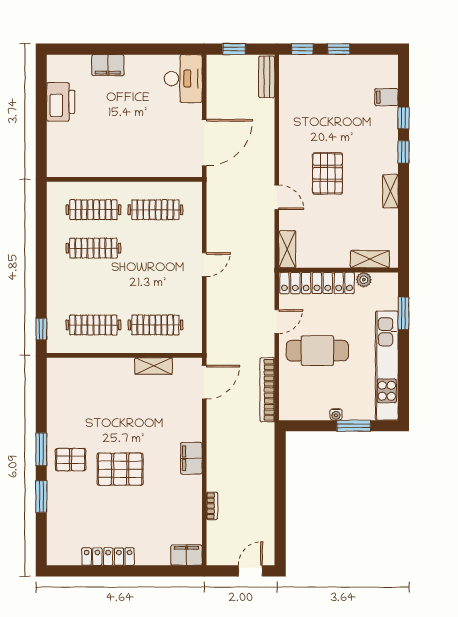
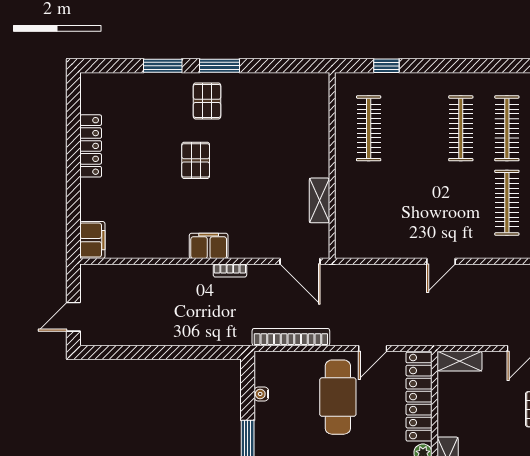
door: (204, 265) -> (441, 261), hinge flipped
door: (277, 322) -> (373, 348), hinge flipped
clothes rail: (155, 325) -> (369, 203), removed
window: (41, 329) -> (386, 66), moved
water cooler: (336, 414) -> (261, 394), moved
pallet: (120, 469) -> (196, 160), width x0.67, depth x0.71
bookcase: (212, 506) -> (230, 271), moved
door: (250, 571) -> (73, 317), swing flipped

